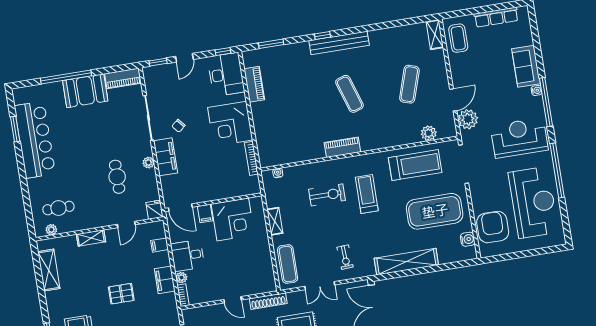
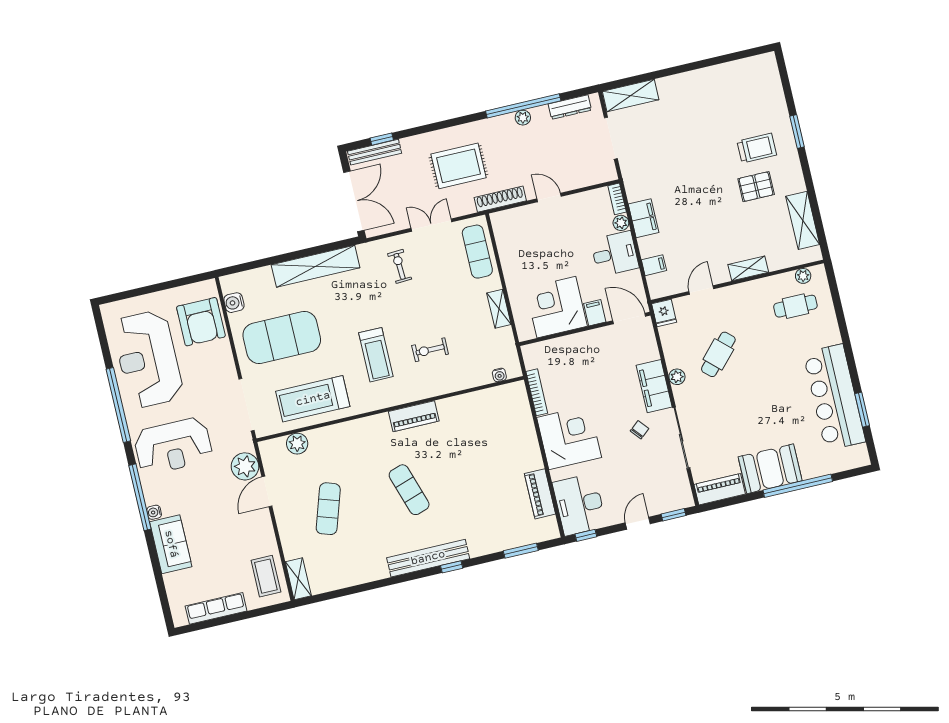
cafe table: (117, 177) -> (718, 354), turned 43
exercise bike: (327, 195) -> (430, 350), width x0.73, depth x0.72
pallet: (121, 294) -> (756, 187), moved

